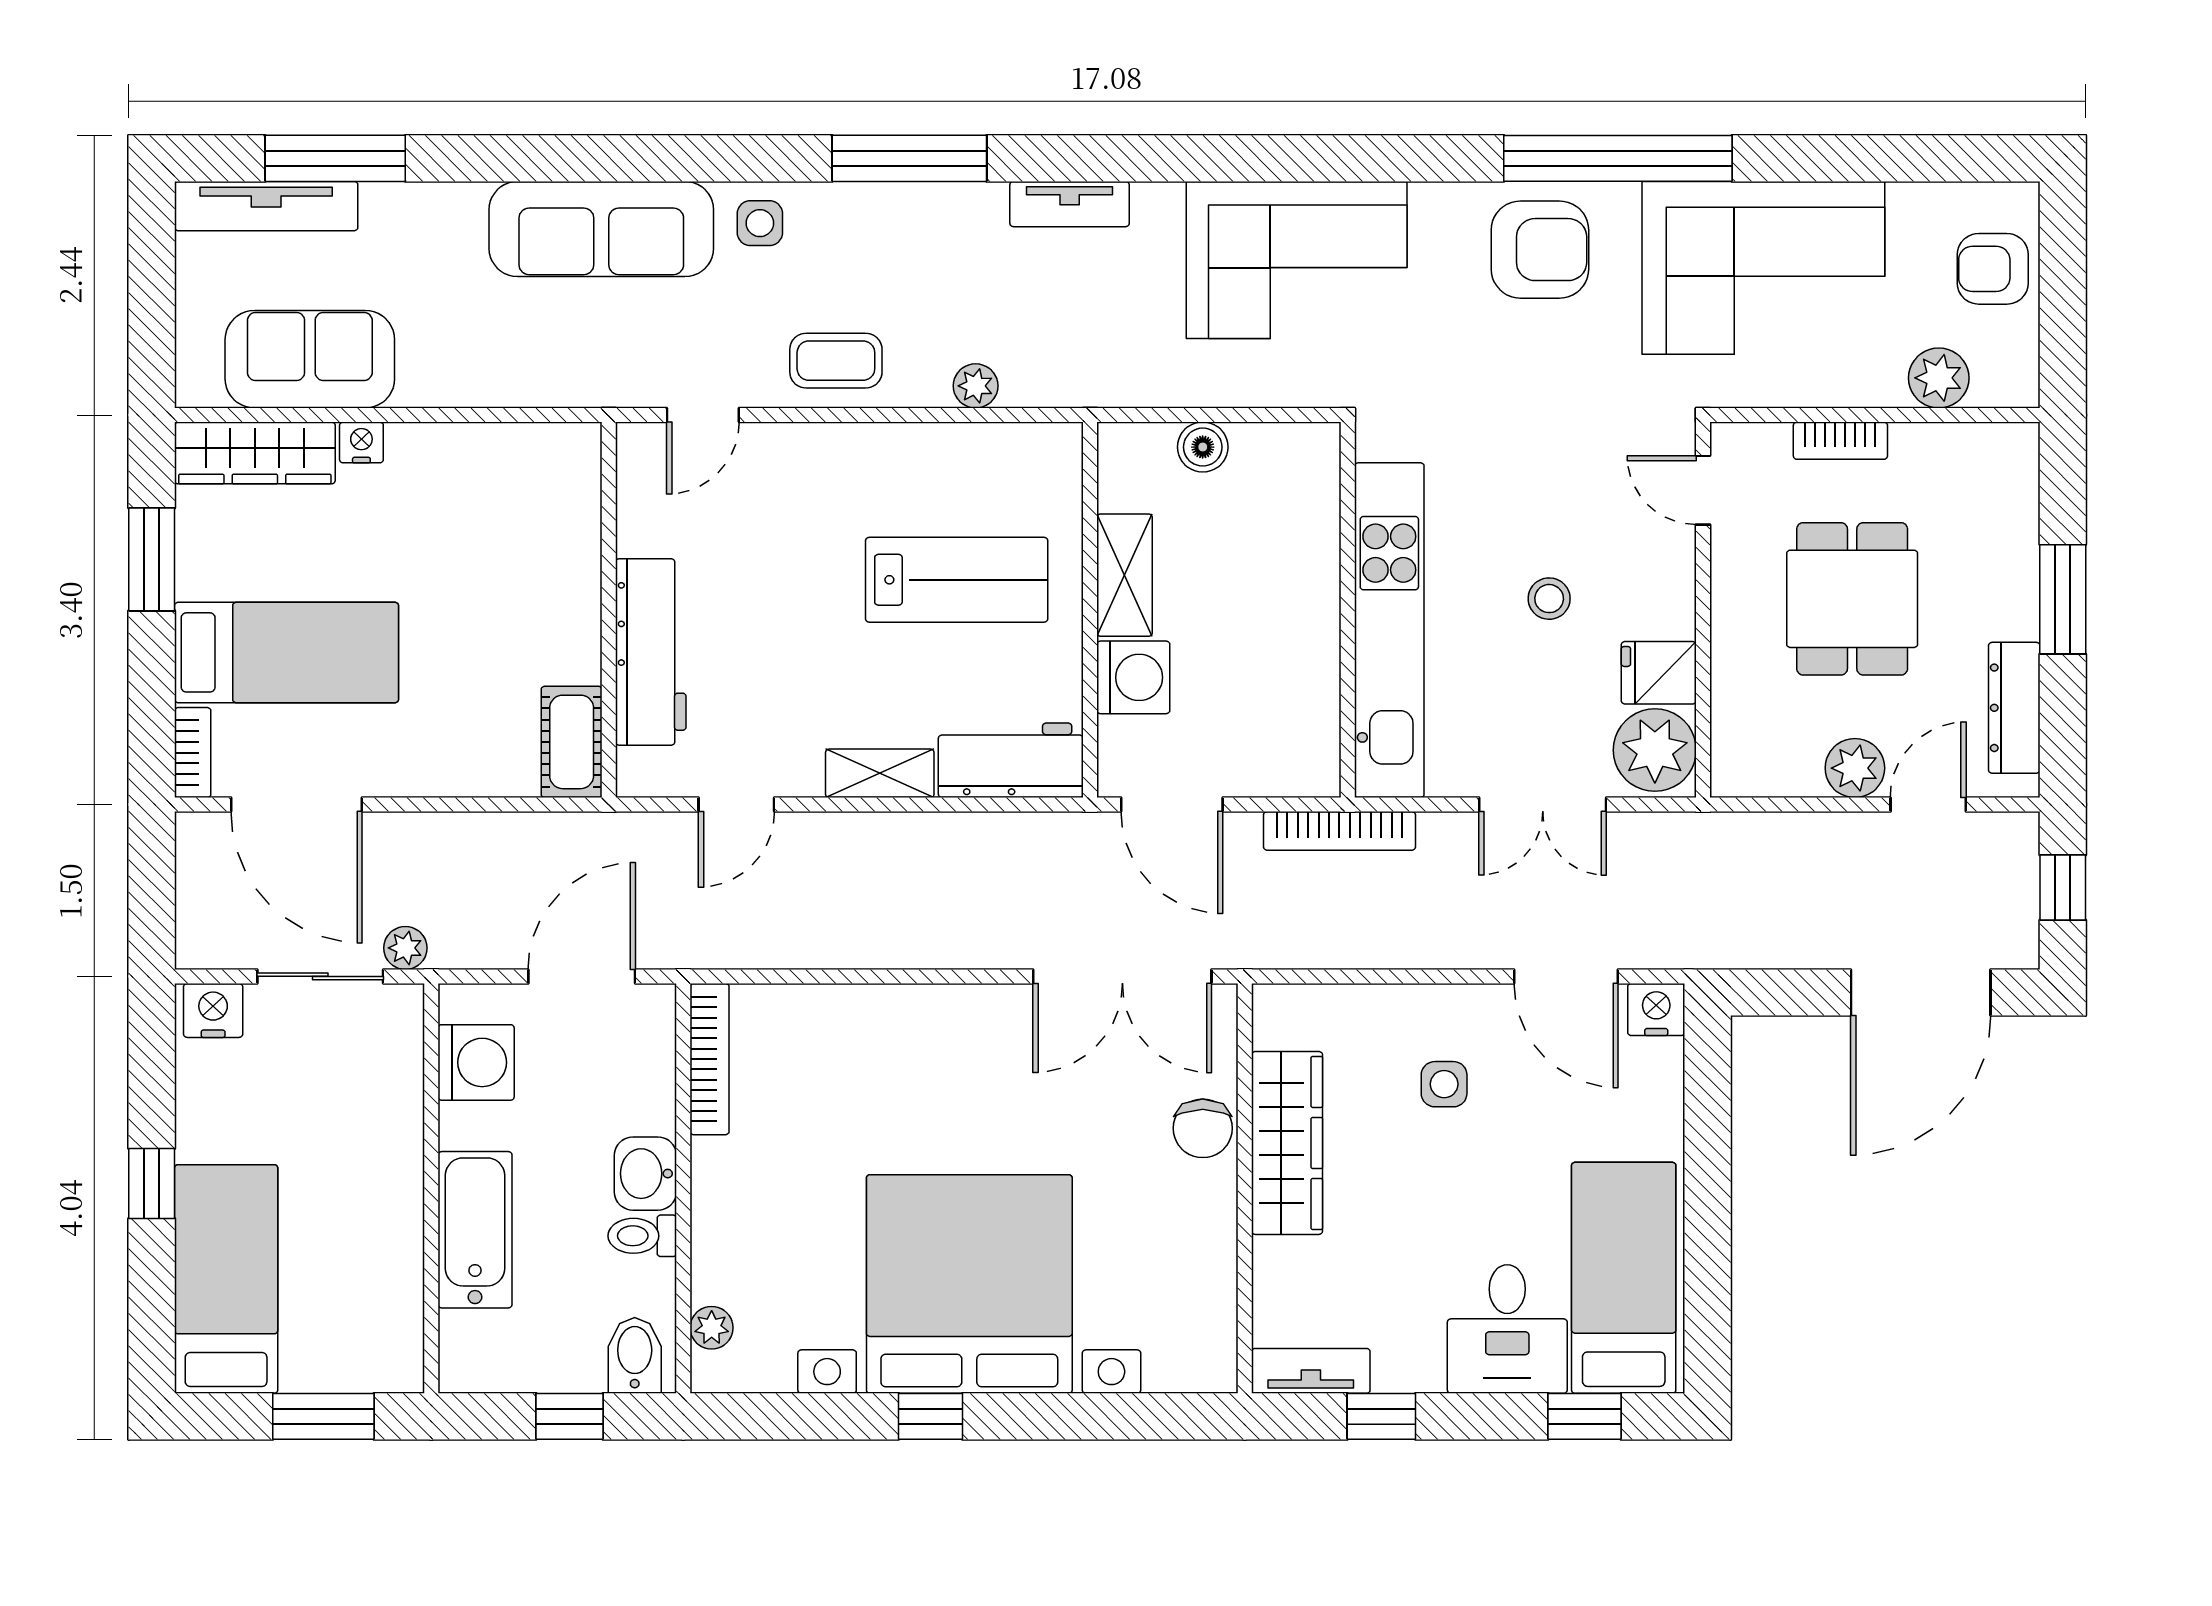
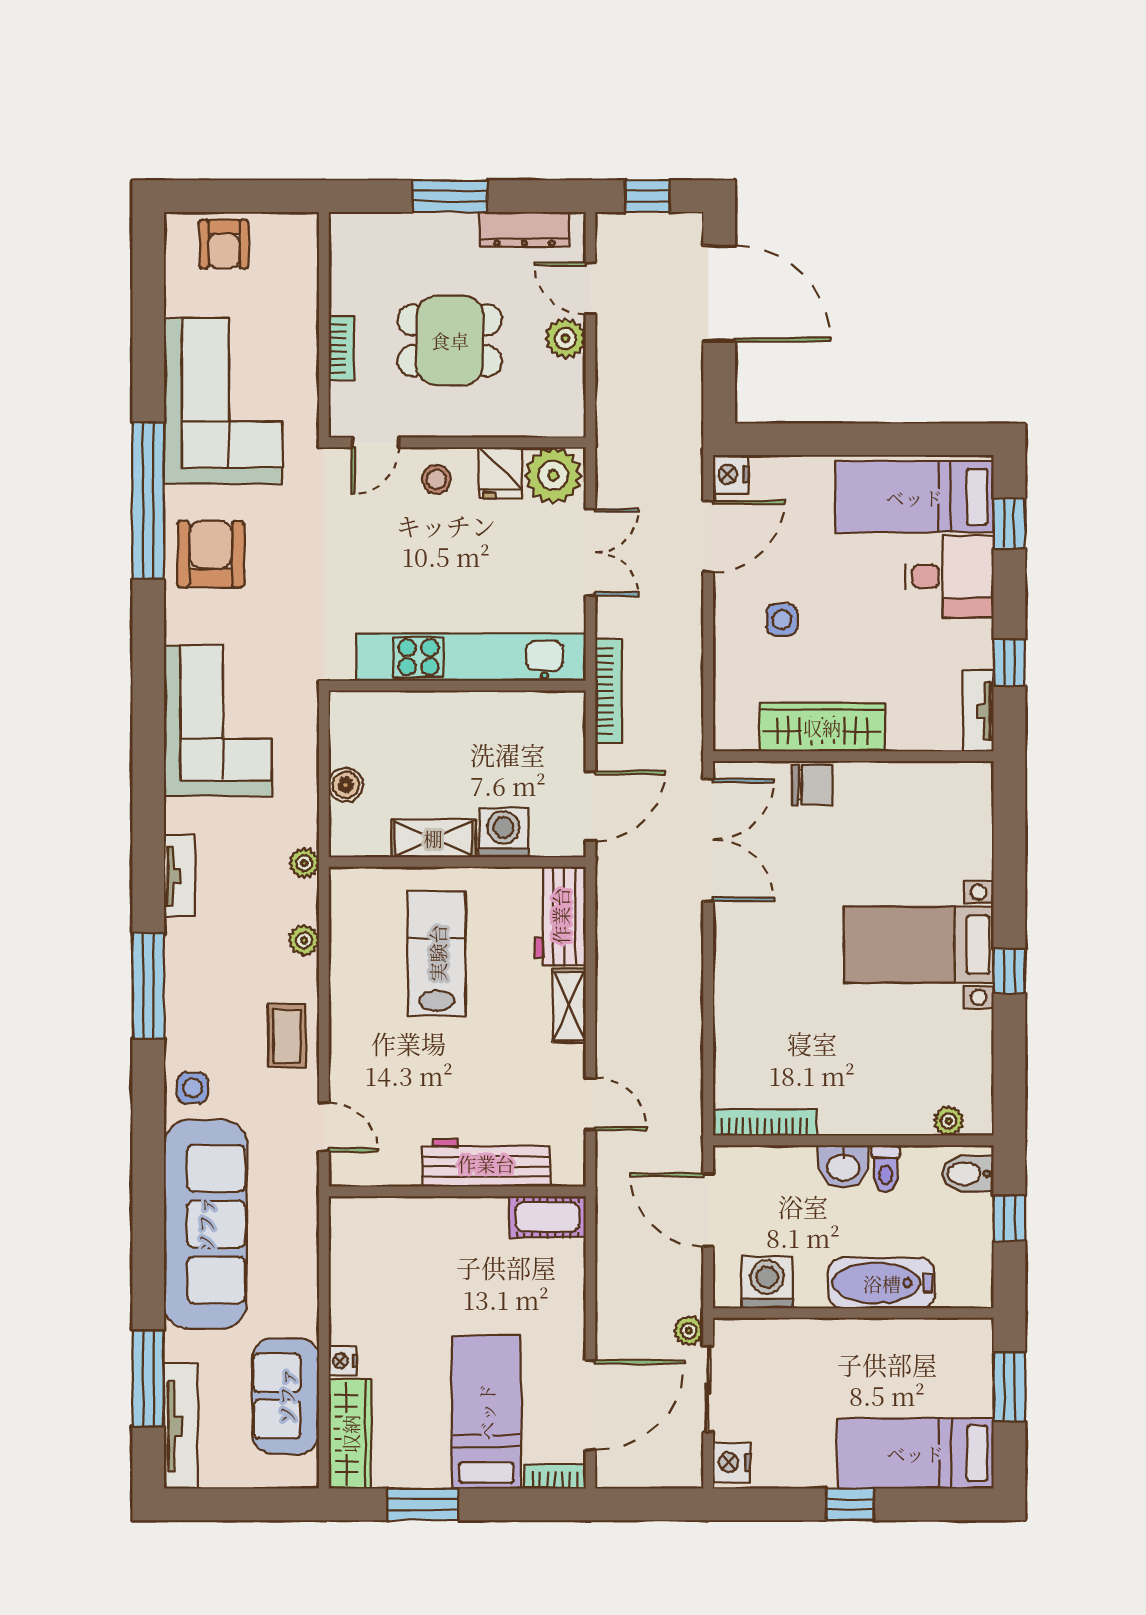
sofa: (601, 229) -> (205, 1224), width x1.36, depth x1.27
plant: (1939, 378) -> (304, 863), moved, width x0.73, depth x0.73
stool: (1549, 599) -> (436, 479), moved
bed with nightstands: (969, 1284) -> (919, 945), width x0.54

